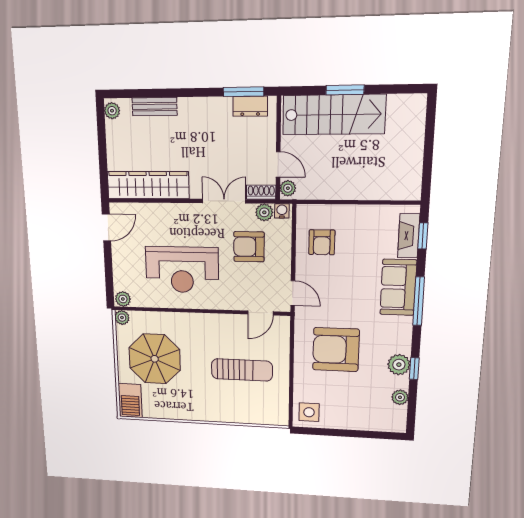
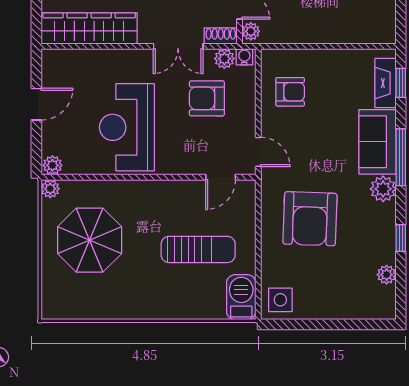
double door: (224, 201) -> (178, 46), swing flipped
door: (106, 227) -> (36, 104), moved
armchair: (322, 242) -> (290, 92), turned -90
reception desk: (182, 270) -> (127, 127), turned 90
armchair: (336, 350) -> (310, 219), turned -88
plant: (399, 365) -> (383, 189), moved
barbecue: (130, 401) -> (241, 297), moved, turned 180

